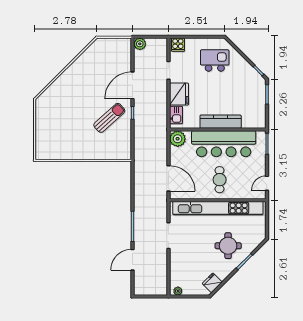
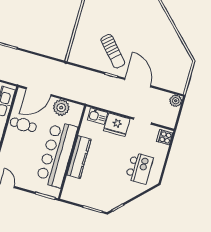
plant: (178, 139) -> (61, 108), moved
cafe table: (220, 180) -> (23, 125), moved

